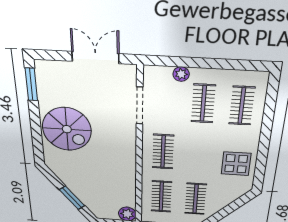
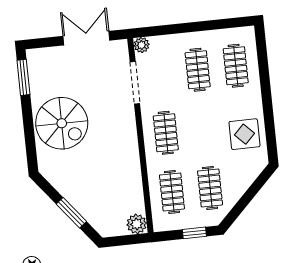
plant: (181, 74) -> (142, 45), moved

